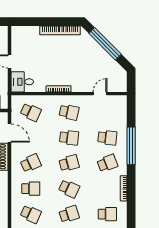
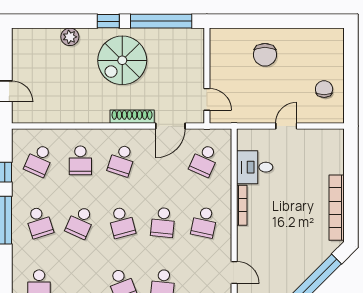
desk: (22, 82) -> (255, 167), moved, turned -90
school desk: (31, 163) -> (122, 160), turned 42

